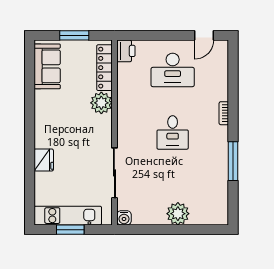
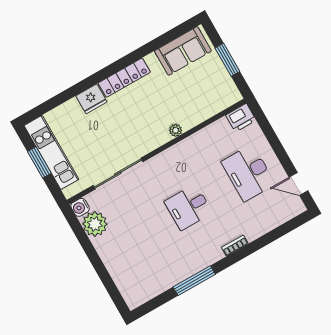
locker: (105, 68) -> (124, 78), moved, turned 180
plant: (101, 103) -> (176, 130), width x0.53, depth x0.53
plant: (178, 214) -> (95, 224), moved

